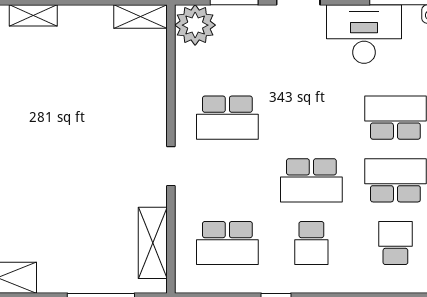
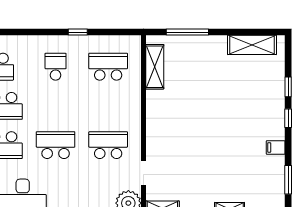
doorway: (171, 166) -> (143, 173), moved
school desk: (311, 180) -> (56, 145), moved

